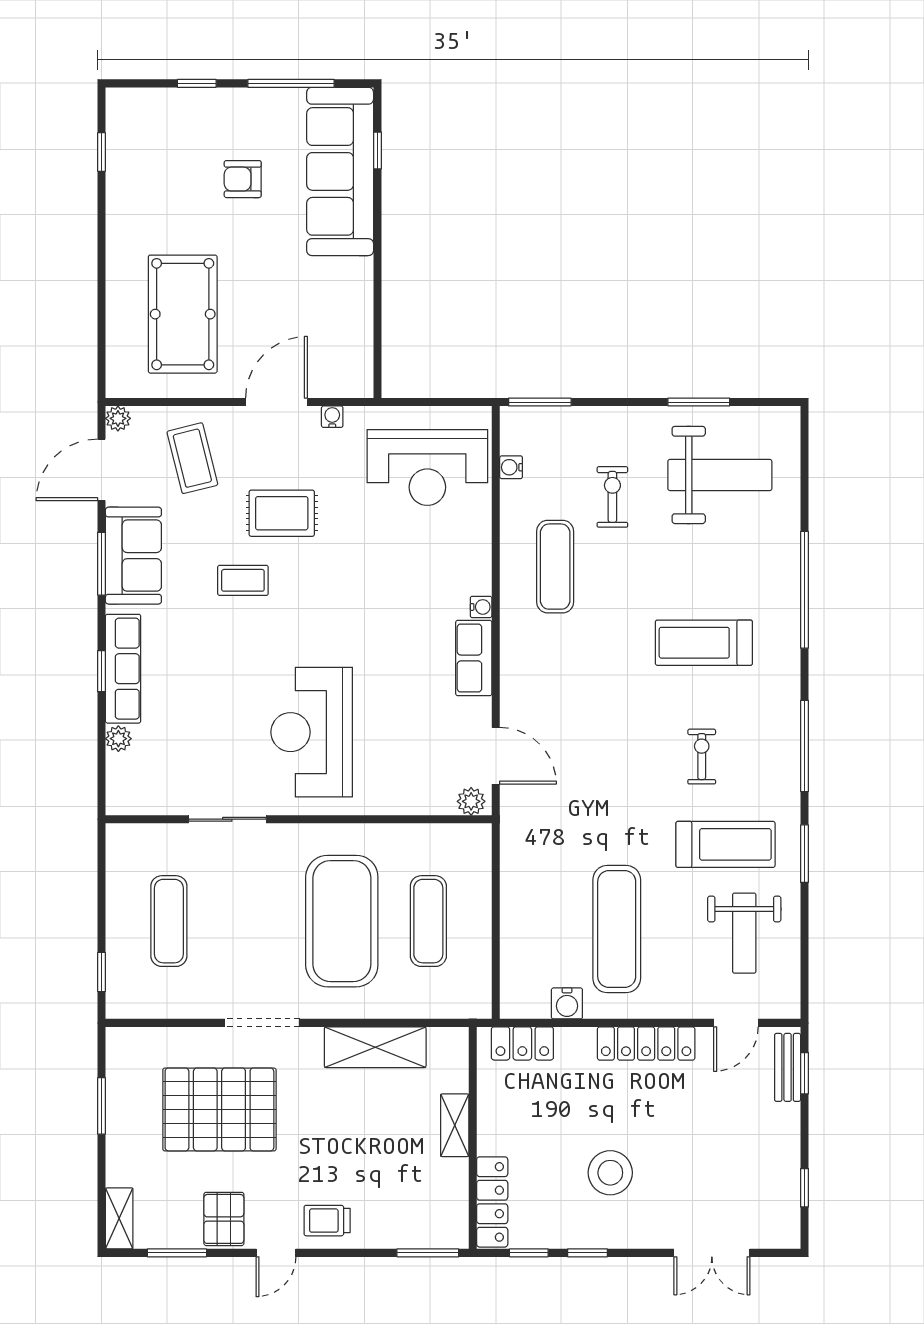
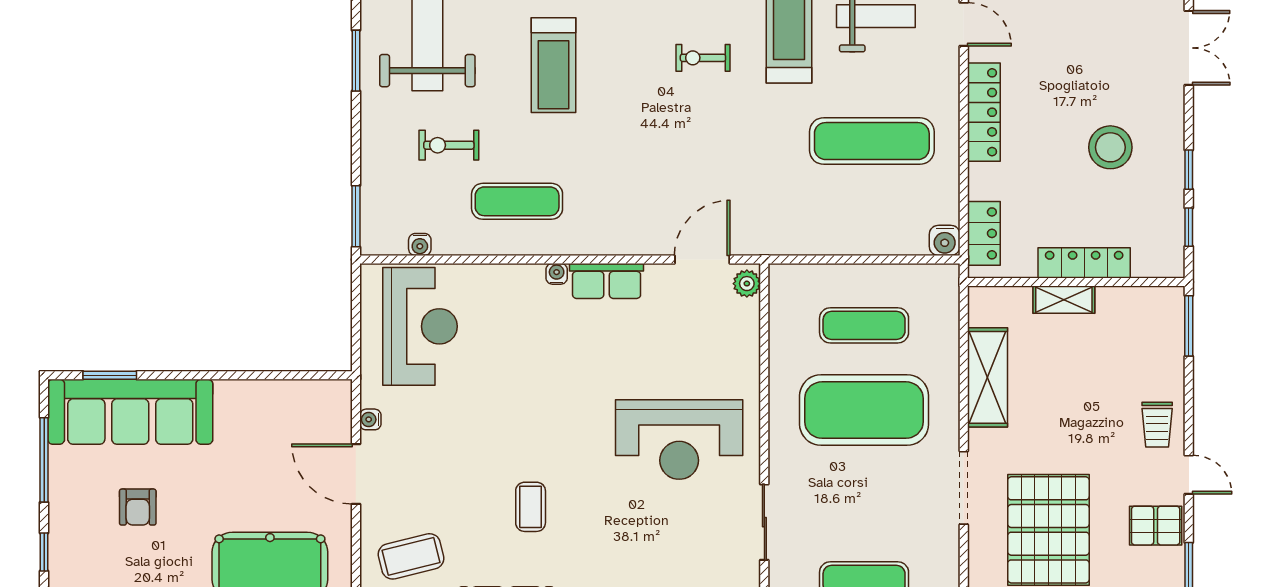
window: (377, 150) -> (110, 375), width x1.50
rug: (282, 513) -> (465, 469), removed
treadmill: (704, 643) -> (554, 65), moved
water cooler: (567, 1003) -> (945, 240), moved, turned 90
locker: (492, 1202) -> (1084, 263), moved

